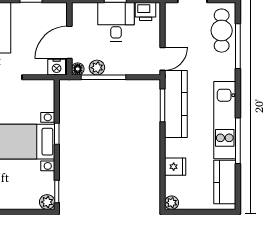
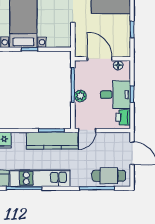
door: (163, 59) -> (87, 130), hinge flipped
nightstand: (57, 67) -> (81, 49), removed
plant: (97, 68) -> (80, 96), moved
floor lamp: (78, 69) -> (118, 65), moved

